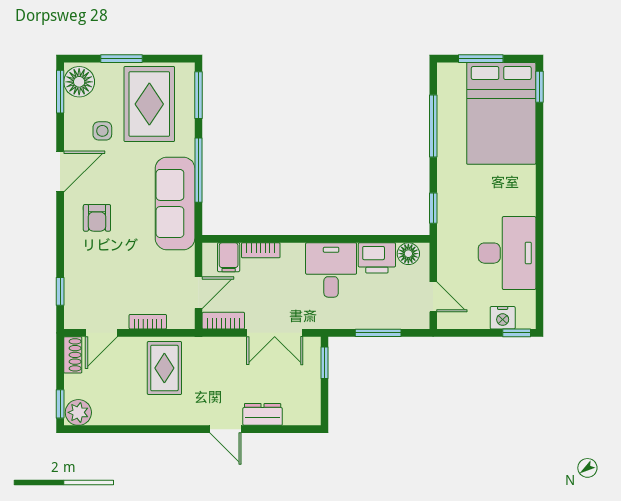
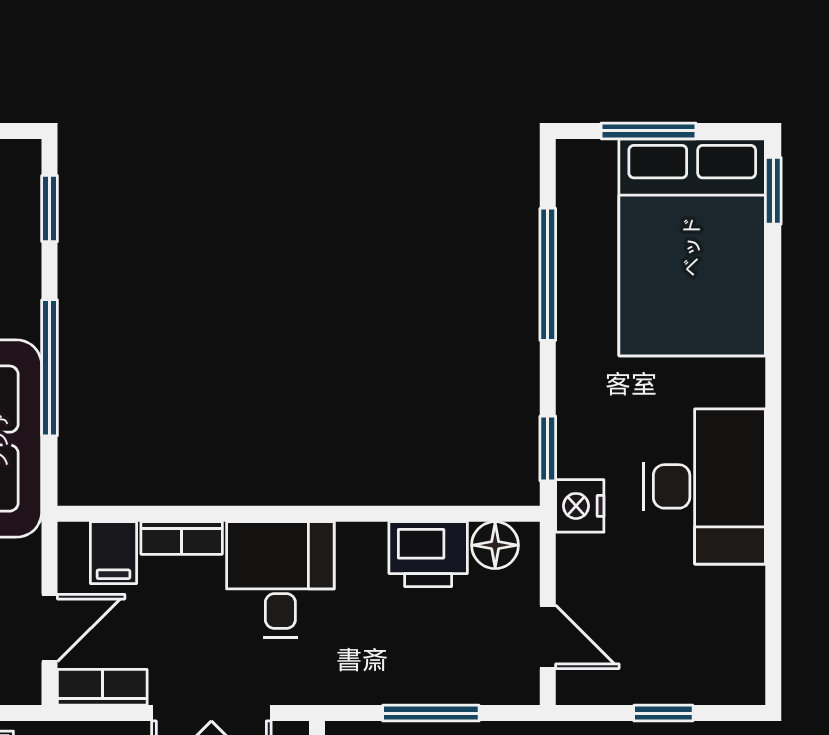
window: (198, 95) -> (50, 209), width x0.67
desk: (507, 253) -> (704, 486), moved
desk: (331, 270) -> (280, 580), moved
nightstand: (503, 318) -> (580, 506), moved, turned 90
window: (517, 333) -> (663, 713), moved

